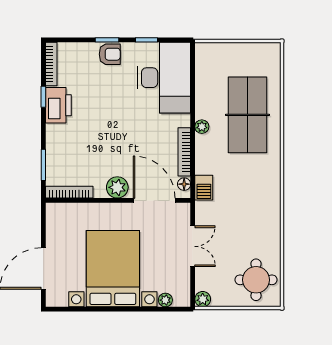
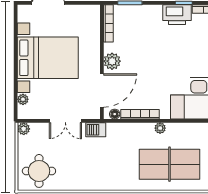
barbecue: (204, 188) -> (96, 130), moved

